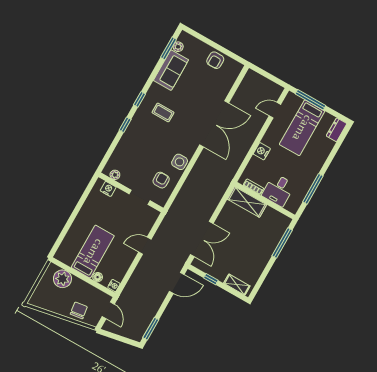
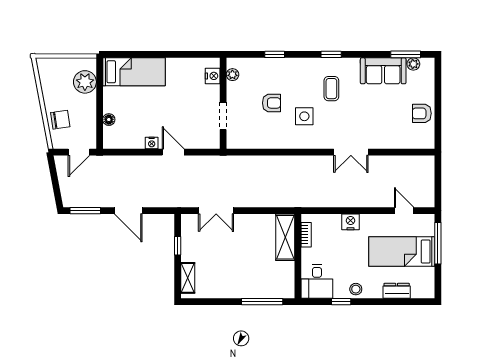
double door: (214, 124) -> (351, 152), width x0.54
window: (125, 125) -> (275, 54), moved
dresser: (337, 130) -> (397, 291), moved
side table: (180, 162) -> (304, 116), moved
stool: (310, 174) -> (356, 289), added
armchair: (161, 180) -> (271, 103), moved
window: (313, 189) -> (341, 302), width x0.46
desk: (278, 190) -> (317, 281), moved, turned -90
double door: (202, 239) -> (216, 211), width x0.73
bed: (93, 252) -> (134, 72), moved
door: (177, 283) -> (128, 211), moved
nightstand: (114, 286) -> (152, 143), moved

